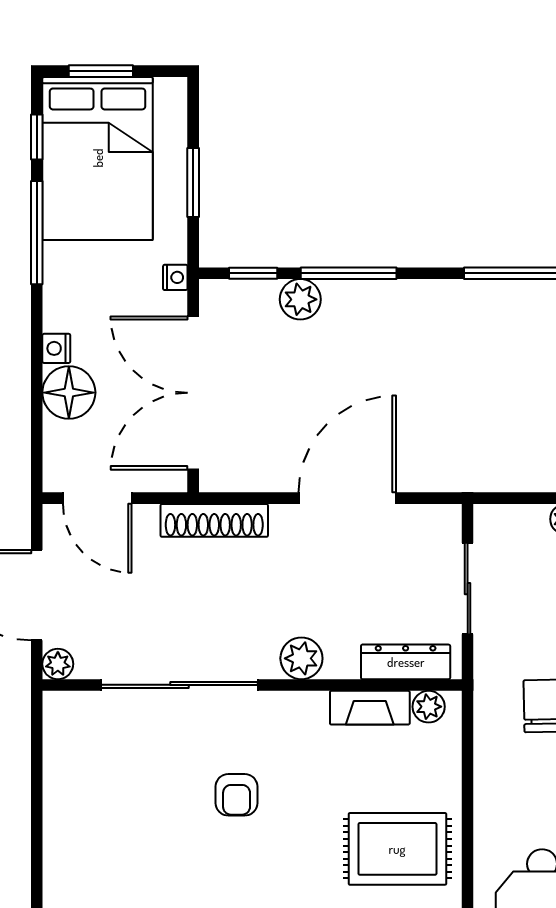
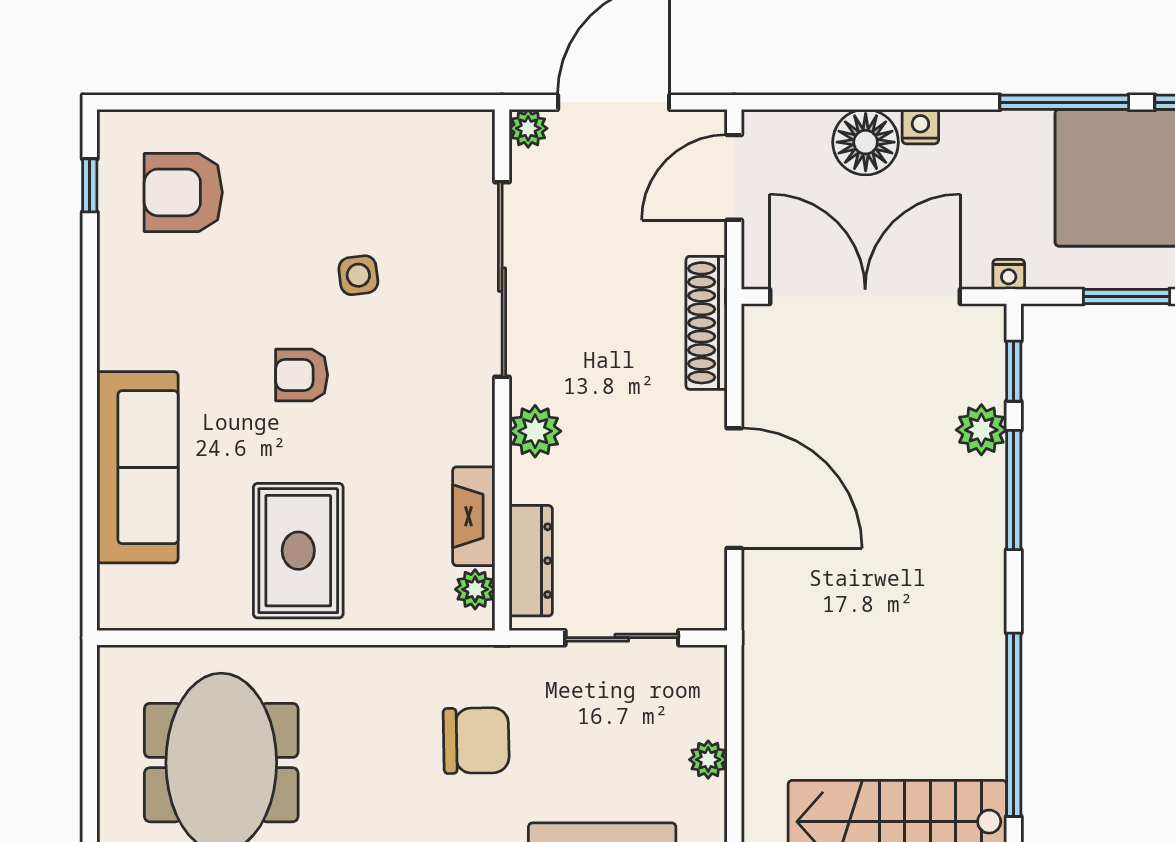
armchair: (237, 795) -> (302, 375), moved
side table: (176, 801) -> (358, 275), added

